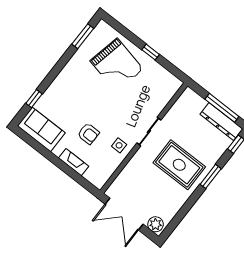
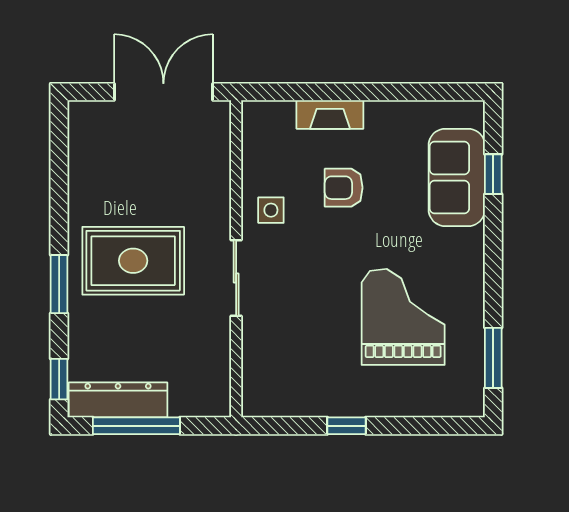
grand piano: (117, 65) -> (403, 317), moved, turned 78
sofa: (41, 129) -> (457, 177), moved, turned 90
plant: (156, 224) -> (91, 118), removed

